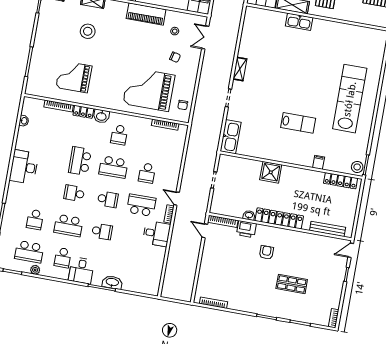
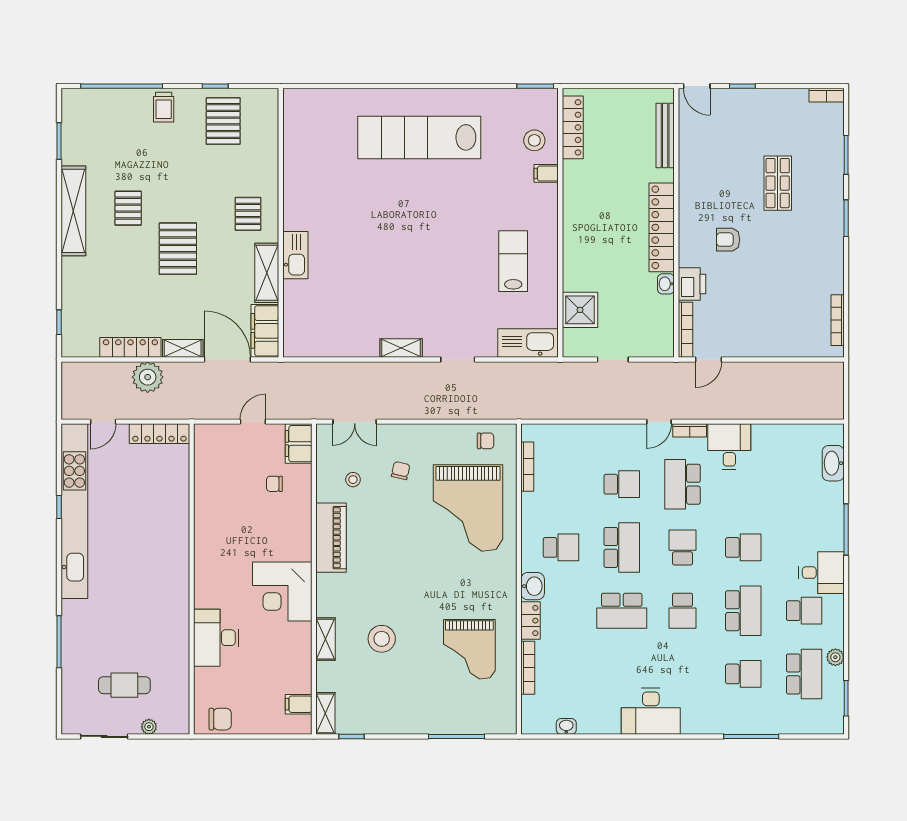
lab bench: (298, 123) -> (513, 261), moved
stool: (357, 167) -> (534, 140), moved
shower: (271, 172) -> (580, 310), moved
school desk: (102, 231) -> (743, 547), turned 90
washbasin: (112, 282) -> (833, 463), moved

